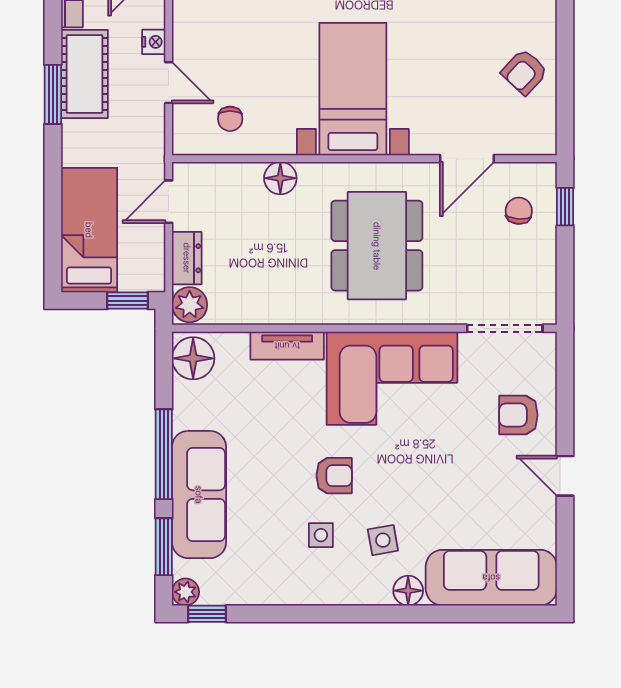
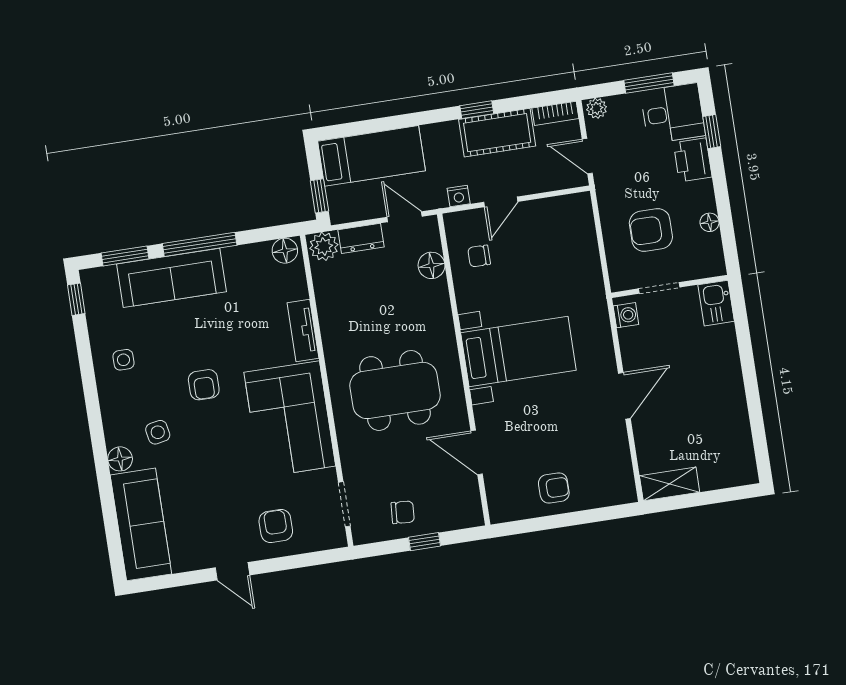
nightstand: (154, 42) -> (459, 196), moved
armchair: (524, 72) -> (554, 488), turned 137
window: (53, 94) -> (477, 110), width x0.67
floor lamp: (280, 178) -> (431, 265), moved
window: (565, 207) -> (424, 542), moved
chair: (519, 211) -> (403, 512), moved
doorway: (505, 328) -> (344, 504), width x0.73
floor lamp: (193, 358) -> (285, 251), width x0.73, depth x0.73
door: (565, 476) -> (232, 571), swing flipped
side table: (321, 535) -> (123, 360), moved
plant: (186, 592) -> (91, 279), removed

